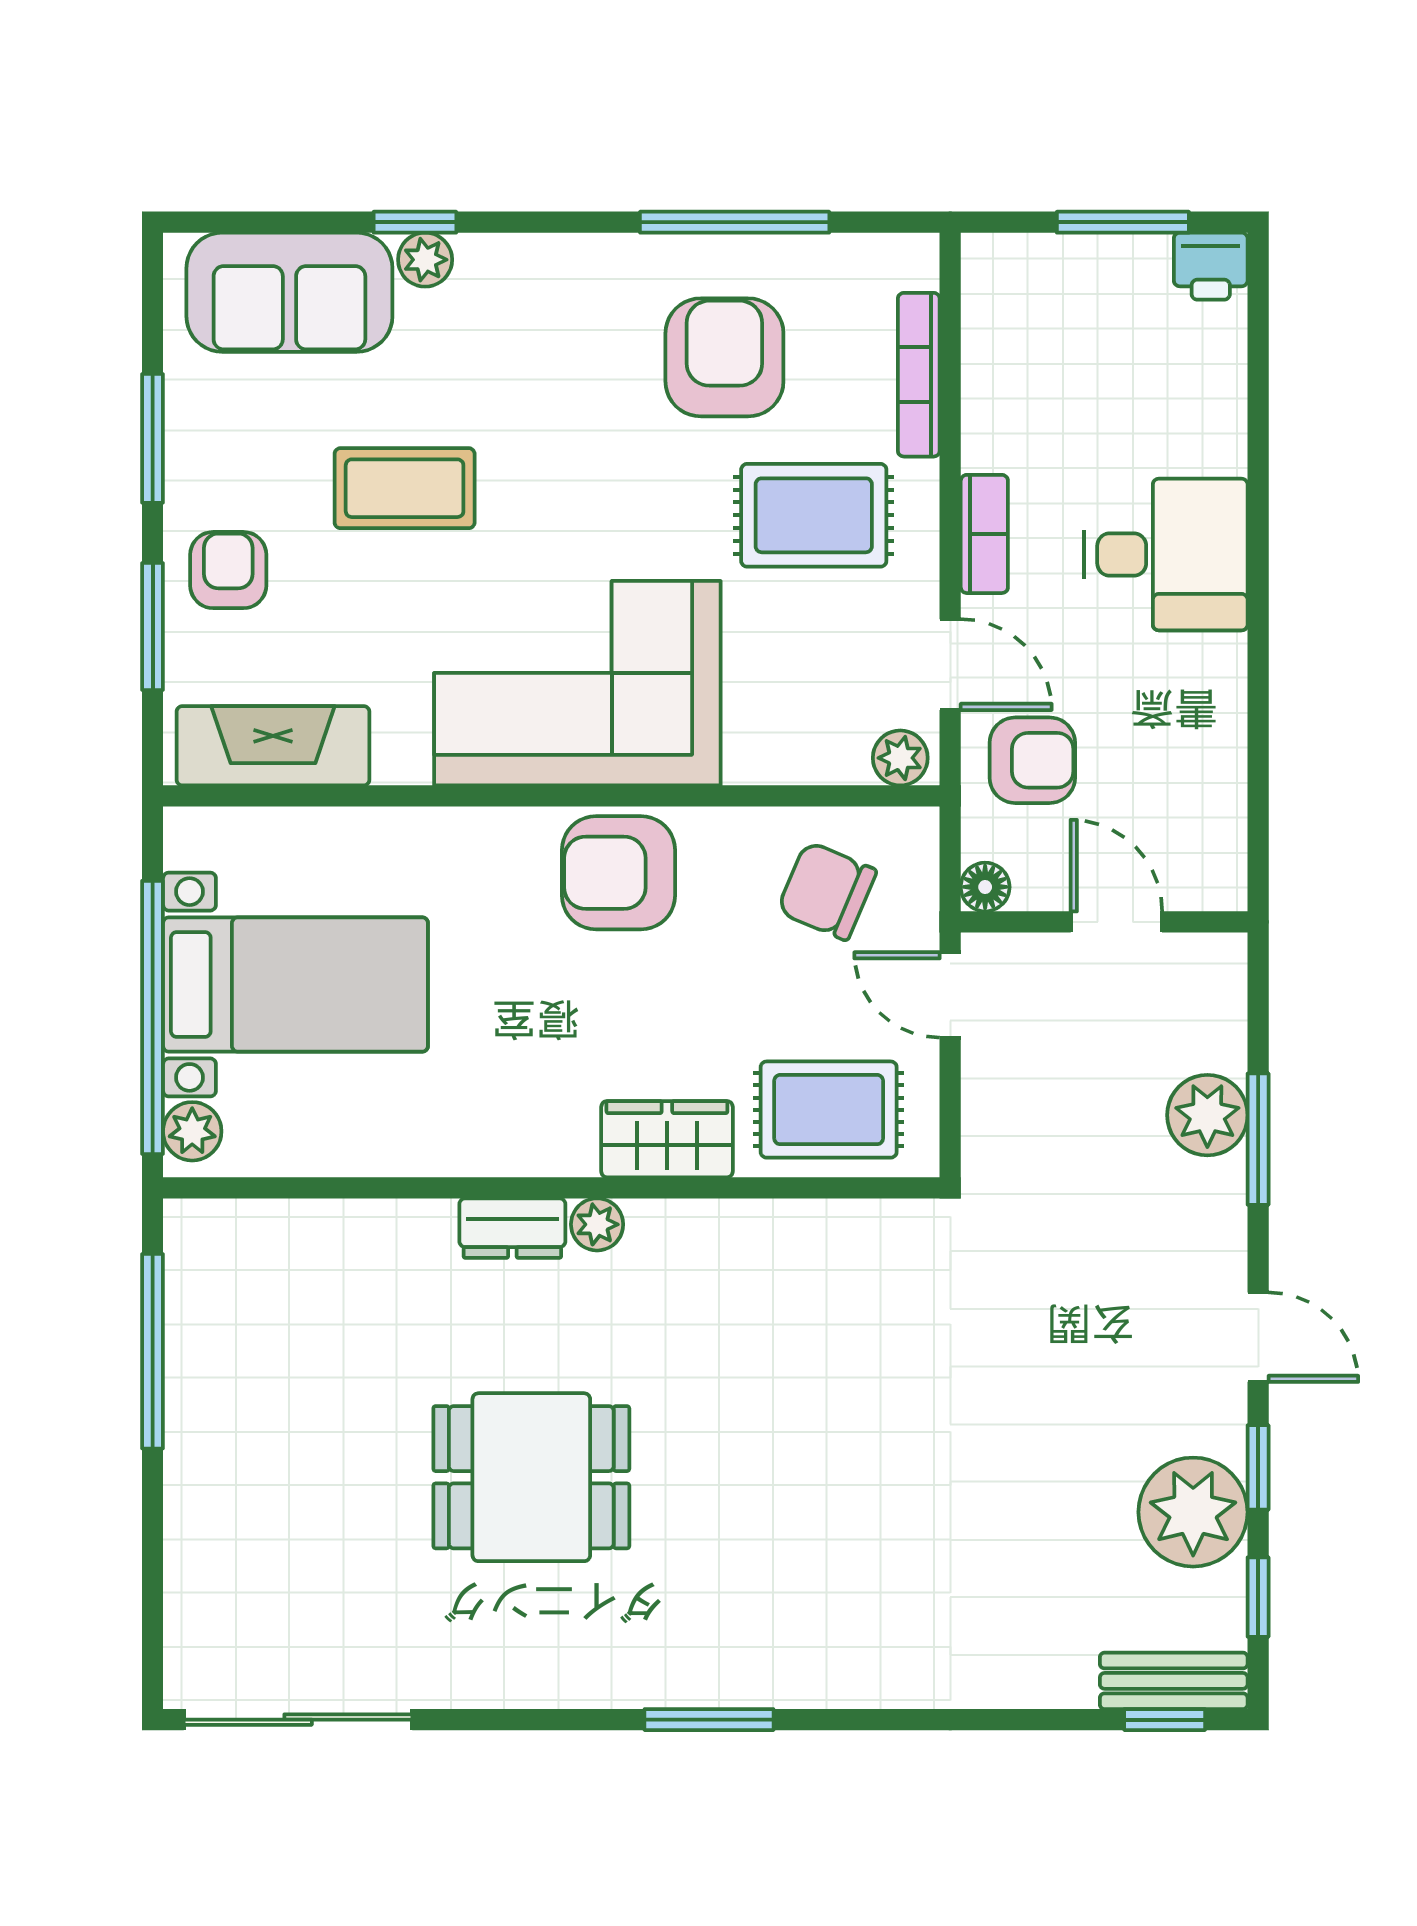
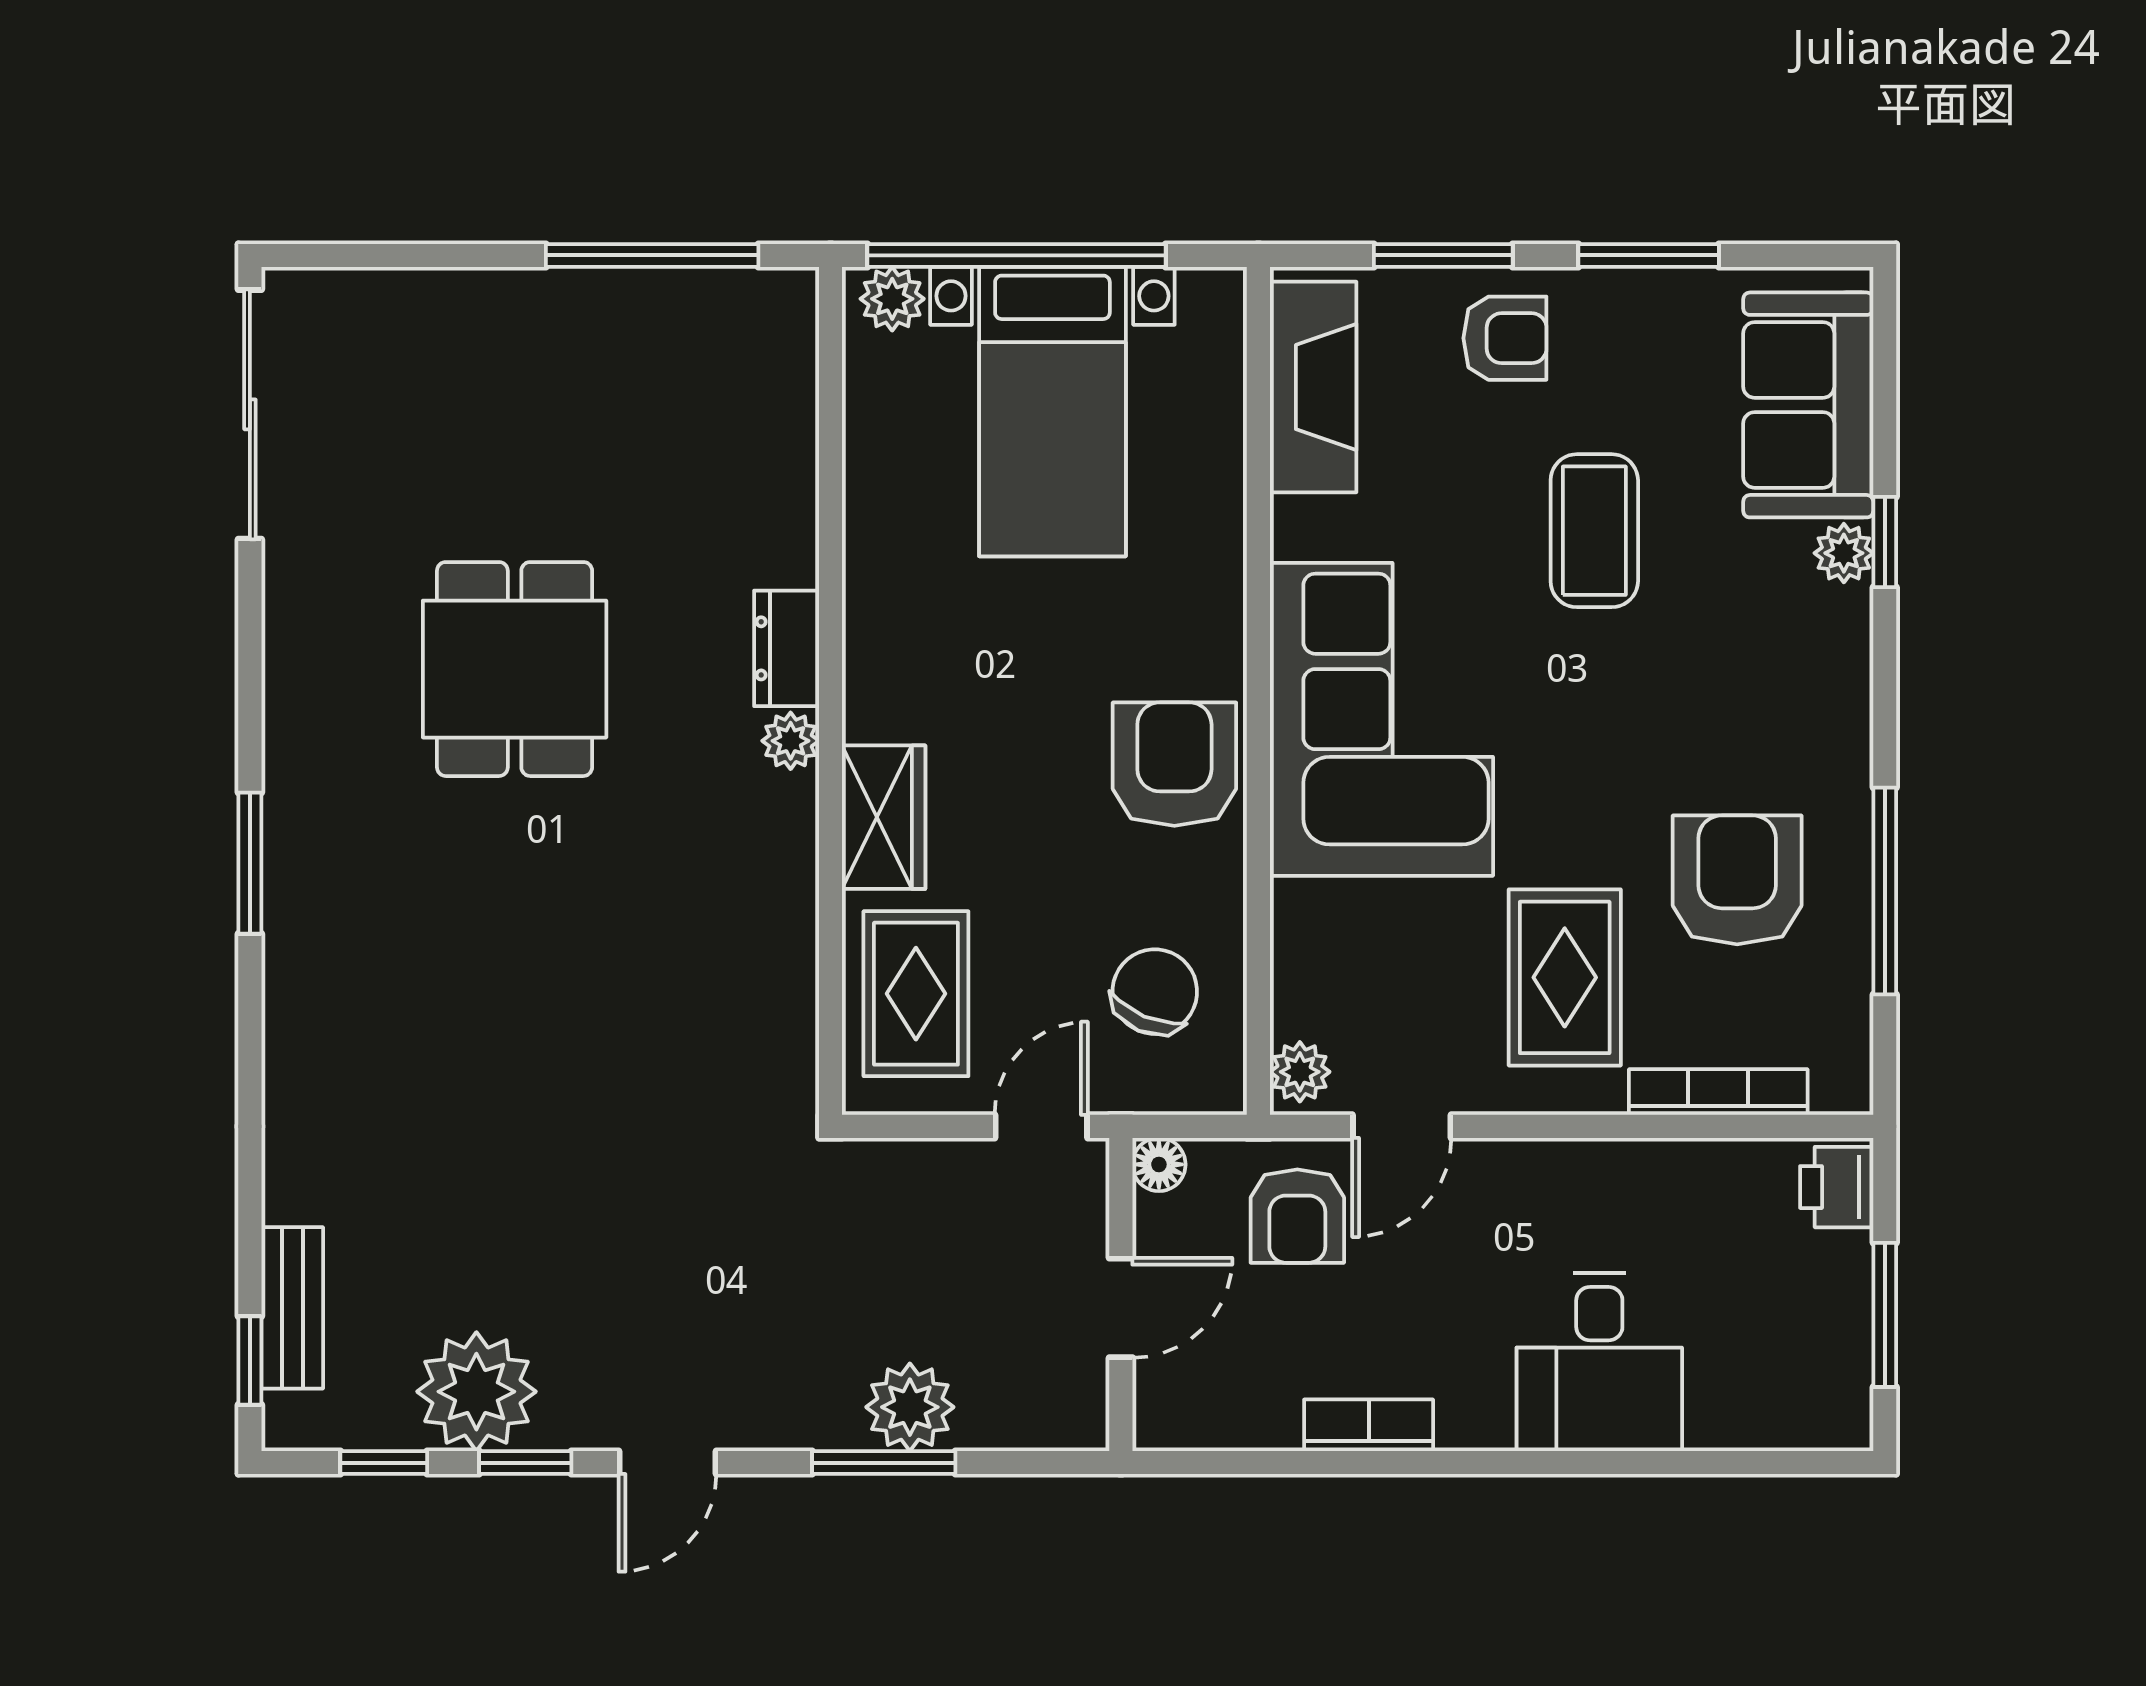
printer: (1211, 266) -> (1837, 1187), moved
armchair: (724, 357) -> (1737, 880), turned -90
bookcase: (984, 534) -> (1369, 1425), moved, turned 180
desk: (1166, 555) -> (1599, 1362), moved
bench: (1174, 1681) -> (292, 1308), moved

